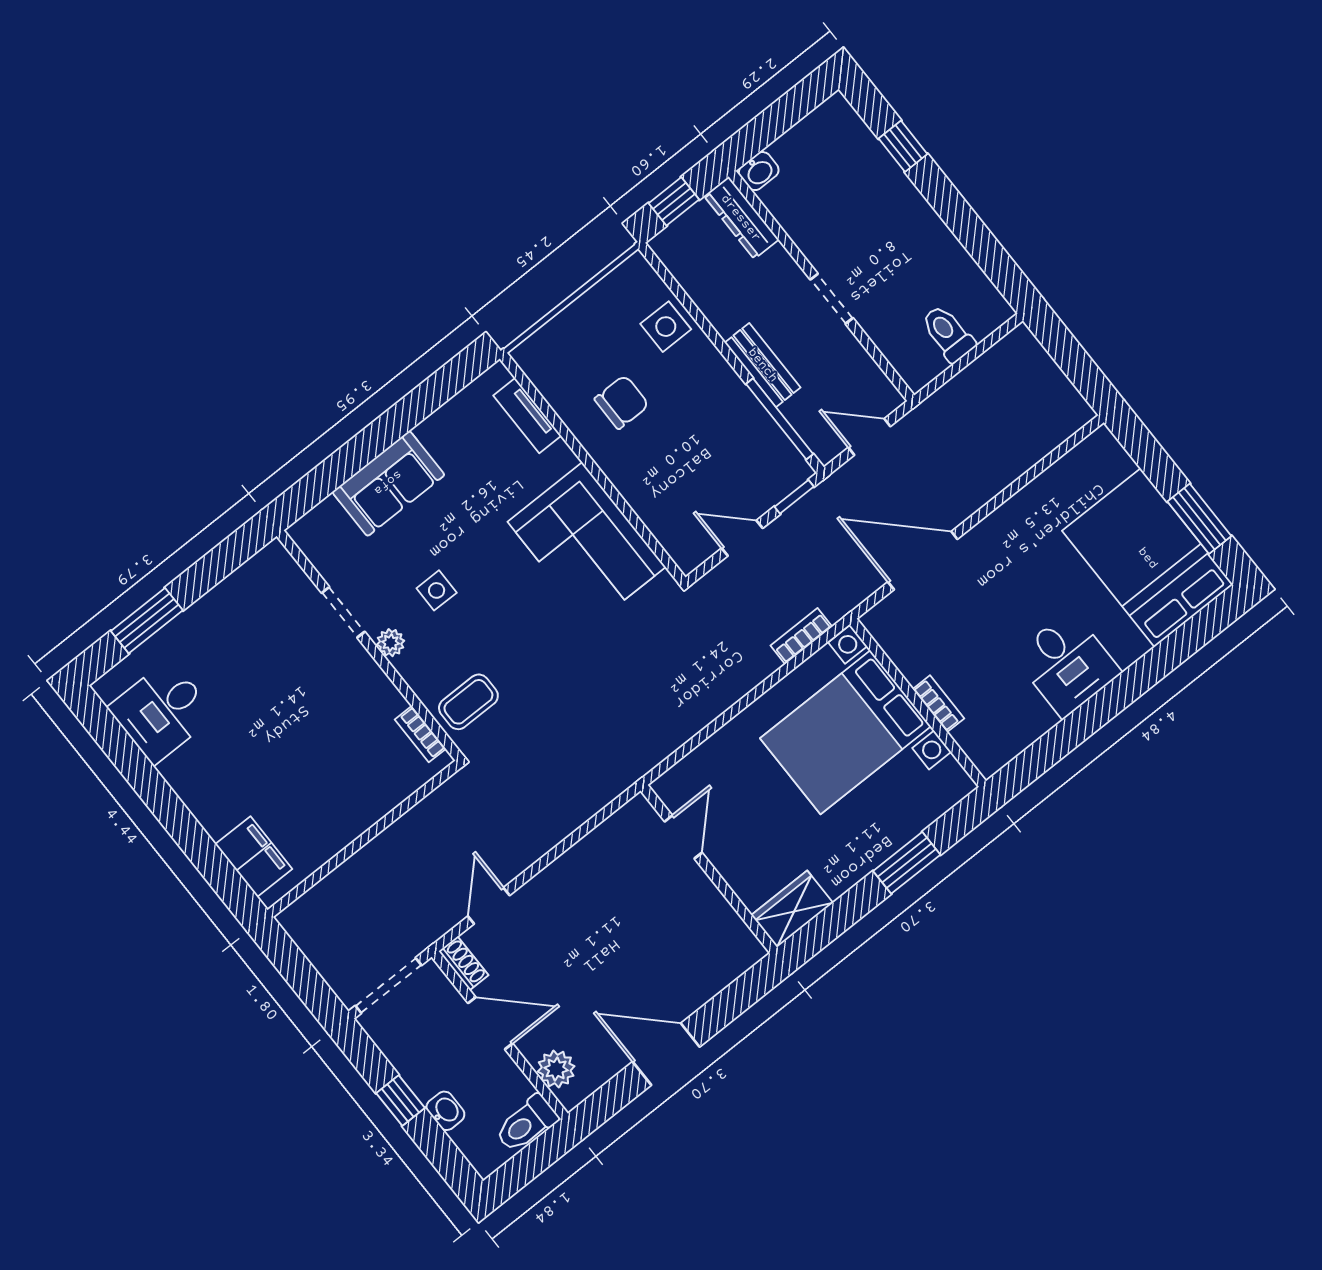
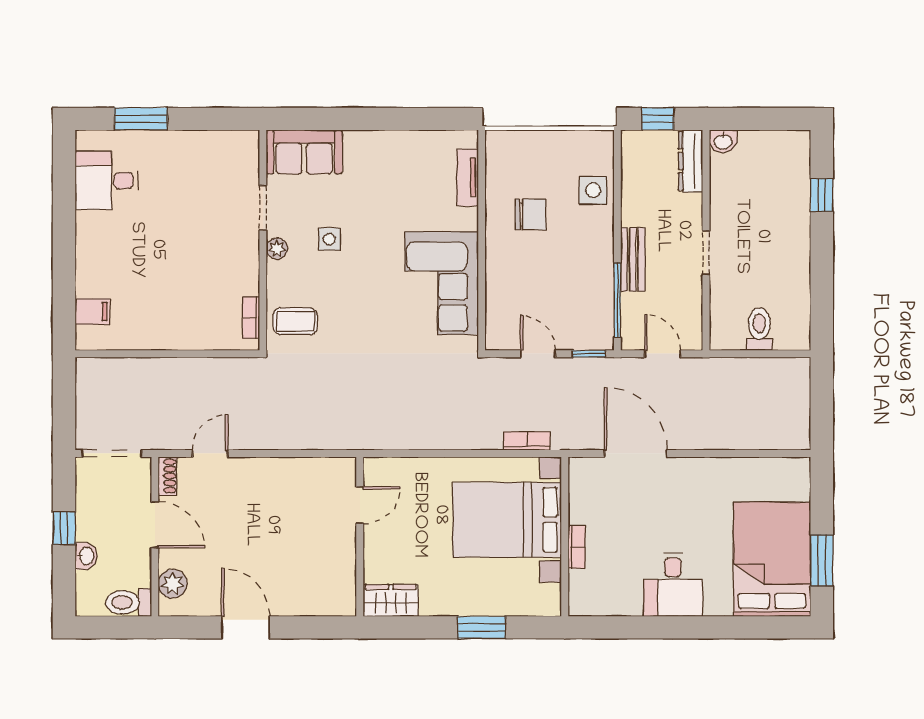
sofa: (388, 483) -> (304, 152), moved
filing cabinet: (254, 857) -> (92, 312), width x0.50

